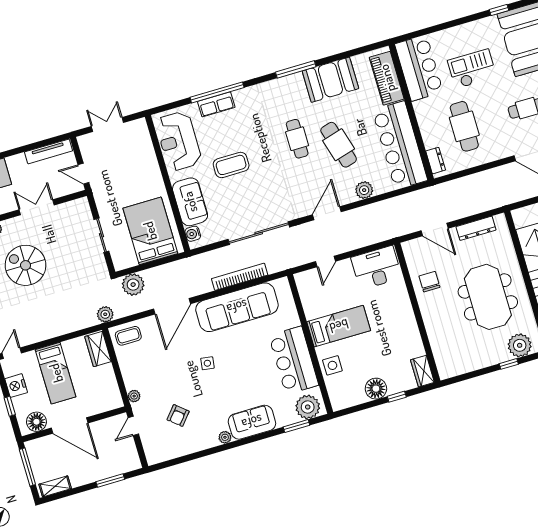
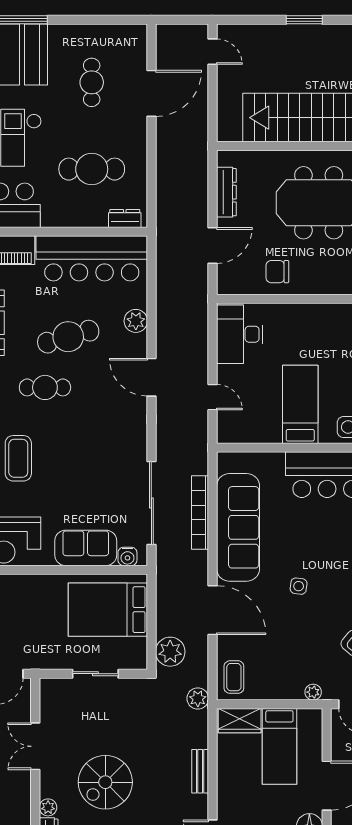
coffee table: (231, 165) -> (18, 458), moved
sliding door: (259, 233) -> (151, 503), moved
bench: (53, 331) -> (200, 771), added
bed: (56, 373) -> (279, 746), moved, turned 90

